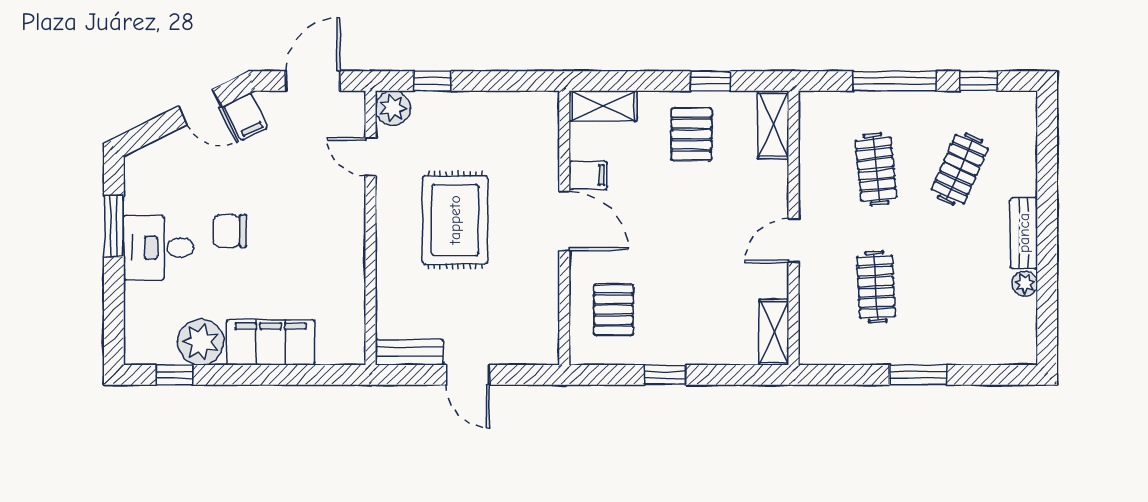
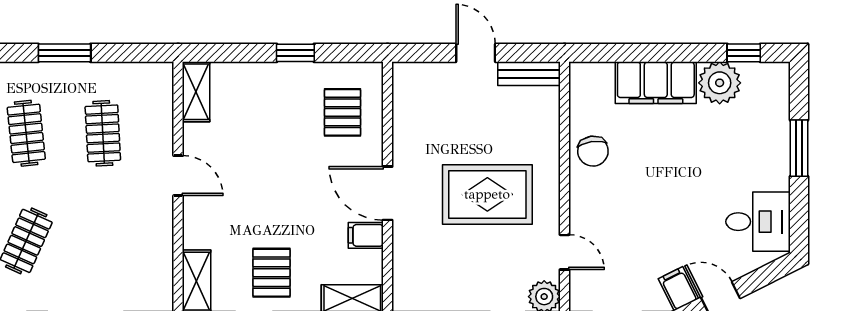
clothes rail: (876, 169) -> (26, 133), moved
rug: (455, 220) -> (487, 194), turned 90
window: (114, 226) -> (799, 148), moved
chair: (230, 231) -> (593, 151), moved, turned 82
door: (794, 241) -> (178, 176), hinge flipped
desk: (159, 248) -> (758, 222), moved

